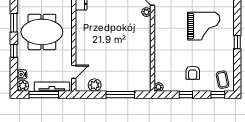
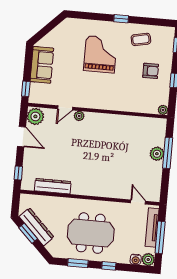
meeting table: (42, 32) -> (91, 233), turned 90
coffee table: (223, 80) -> (141, 39), moved
plant: (95, 85) -> (157, 154), moved

